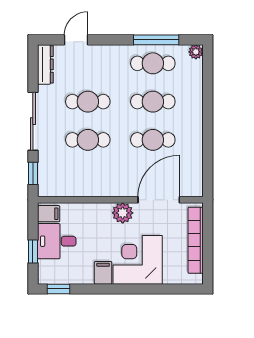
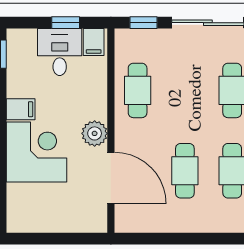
cafe table: (88, 140) -> (138, 90), moved
bookcase: (196, 240) -> (61, 224), removed
window: (33, 252) -> (66, 23), moved

